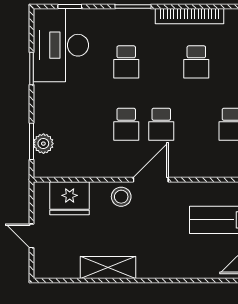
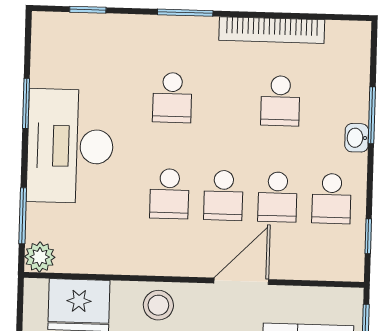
desk: (61, 45) -> (70, 146), moved
school desk: (196, 124) -> (277, 197), added
plant: (43, 144) -> (40, 257), moved
door: (151, 180) -> (241, 281), moved

